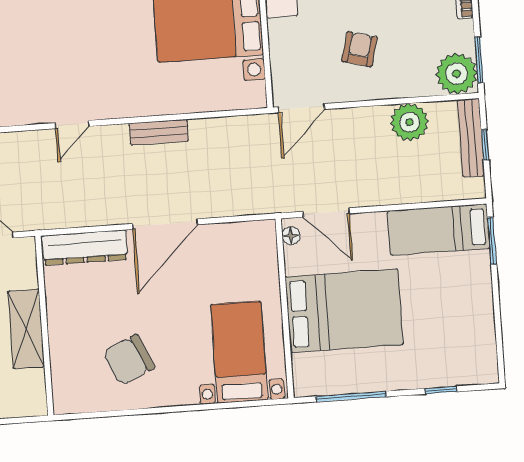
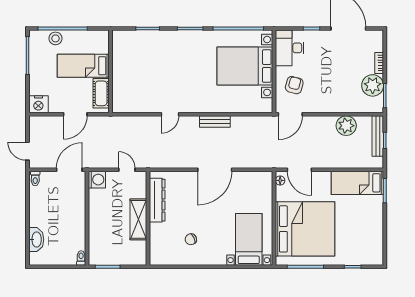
armchair: (359, 49) -> (294, 85), moved
plant: (457, 74) -> (373, 85), moved
dresser: (85, 247) -> (157, 200), moved, turned -90
bed: (344, 311) -> (305, 229), width x1.36
chair: (129, 360) -> (191, 239), width x0.54, depth x0.54

